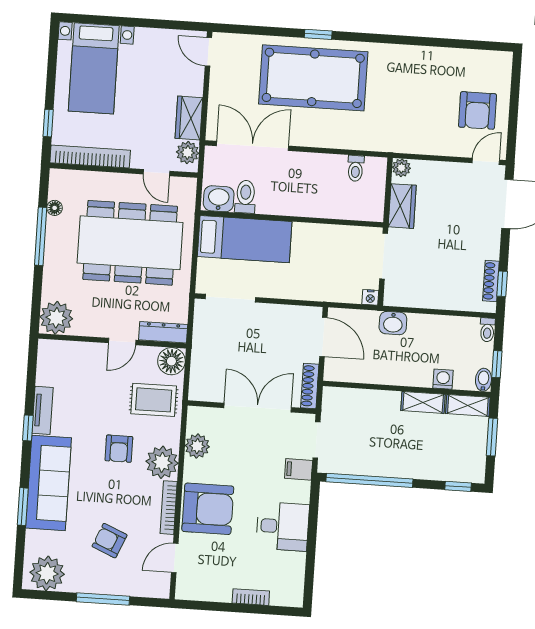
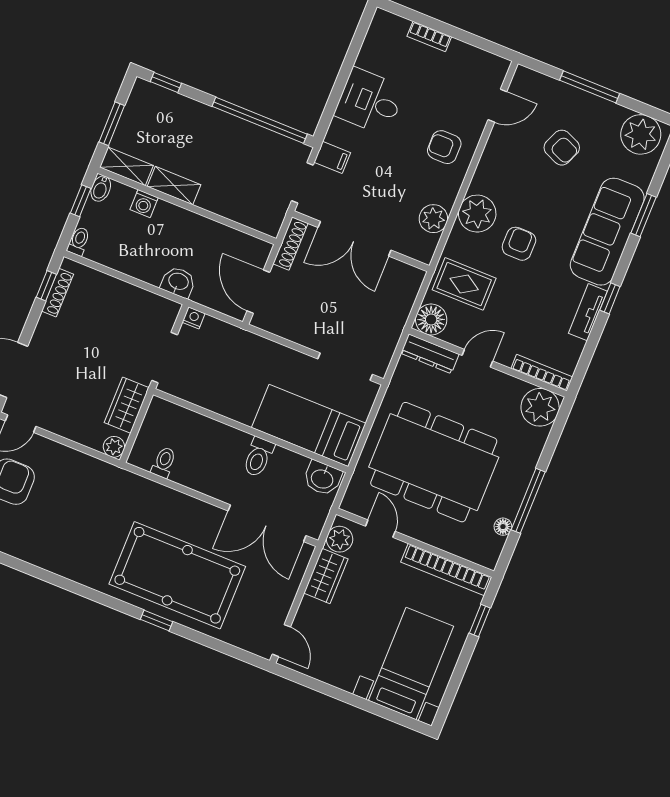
toilet: (245, 197) -> (258, 457), moved
bookcase: (169, 508) -> (542, 373), moved, turned -90
armchair: (208, 509) -> (444, 147), width x0.53, depth x0.53

